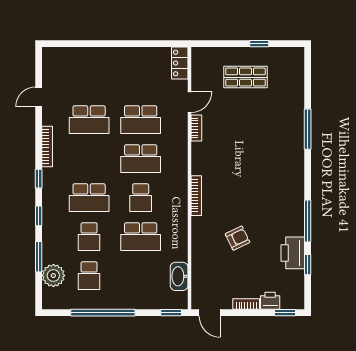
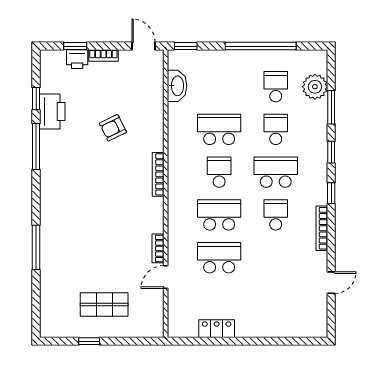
locker: (180, 63) -> (217, 329), moved, turned -90
school desk: (89, 120) -> (276, 215), moved, width x0.54
window: (285, 313) -> (75, 46), moved

